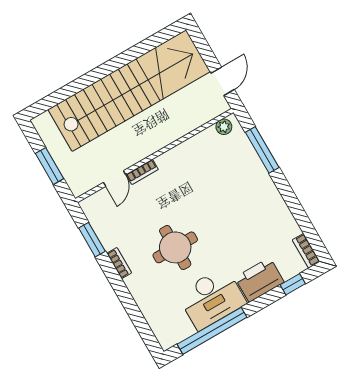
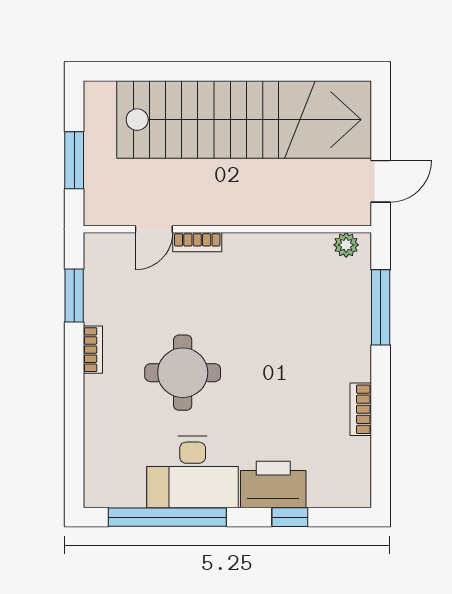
bookcase: (306, 251) -> (361, 409), moved
window: (293, 284) -> (290, 517), moved

